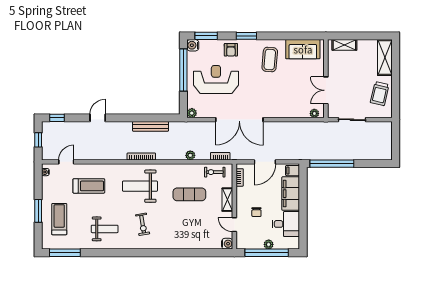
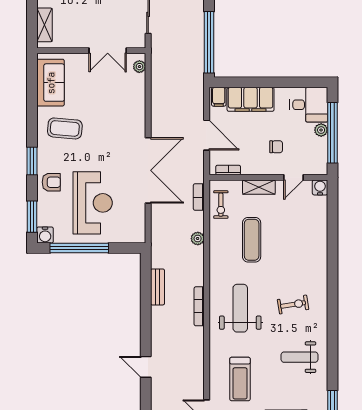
reception desk: (216, 80) -> (93, 203), turned 180
plant: (192, 113) -> (139, 236), removed
bench: (151, 126) -> (158, 287), width x0.73
treadmill: (89, 186) -> (240, 379), turned 180
weight bench: (140, 186) -> (240, 308), turned 180
desk: (286, 224) -> (309, 105), moved, turned 90
weight bench: (105, 229) -> (299, 357), turned -90

